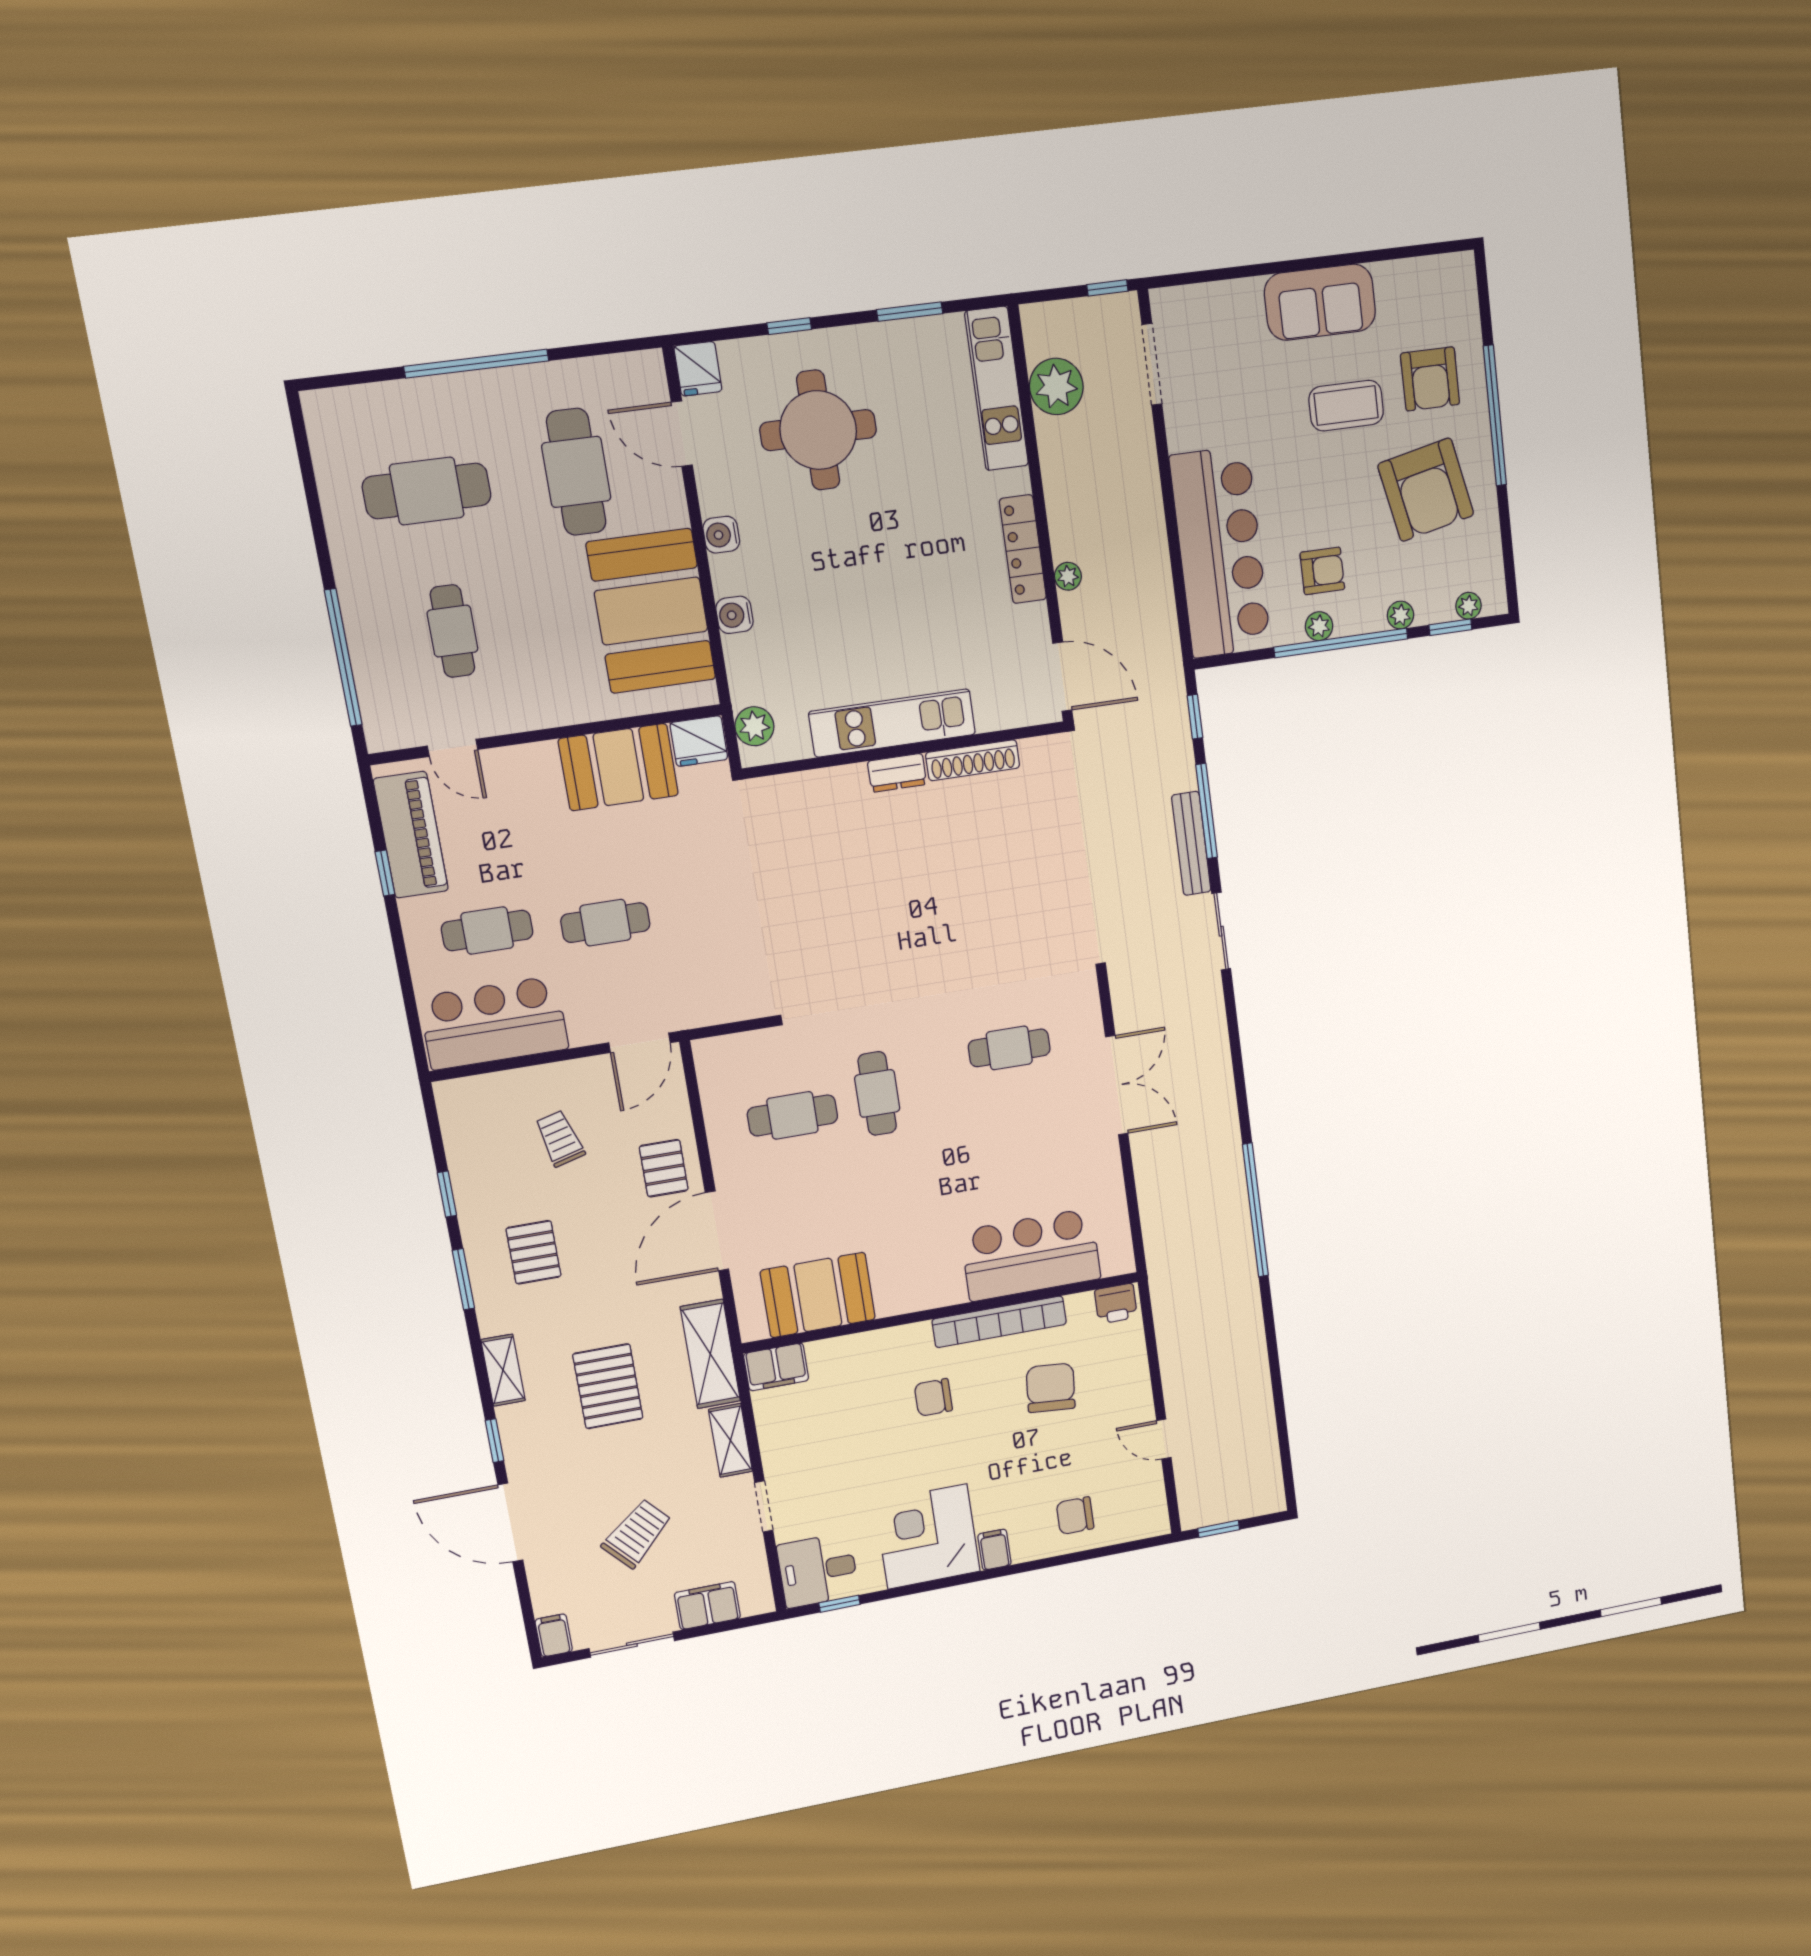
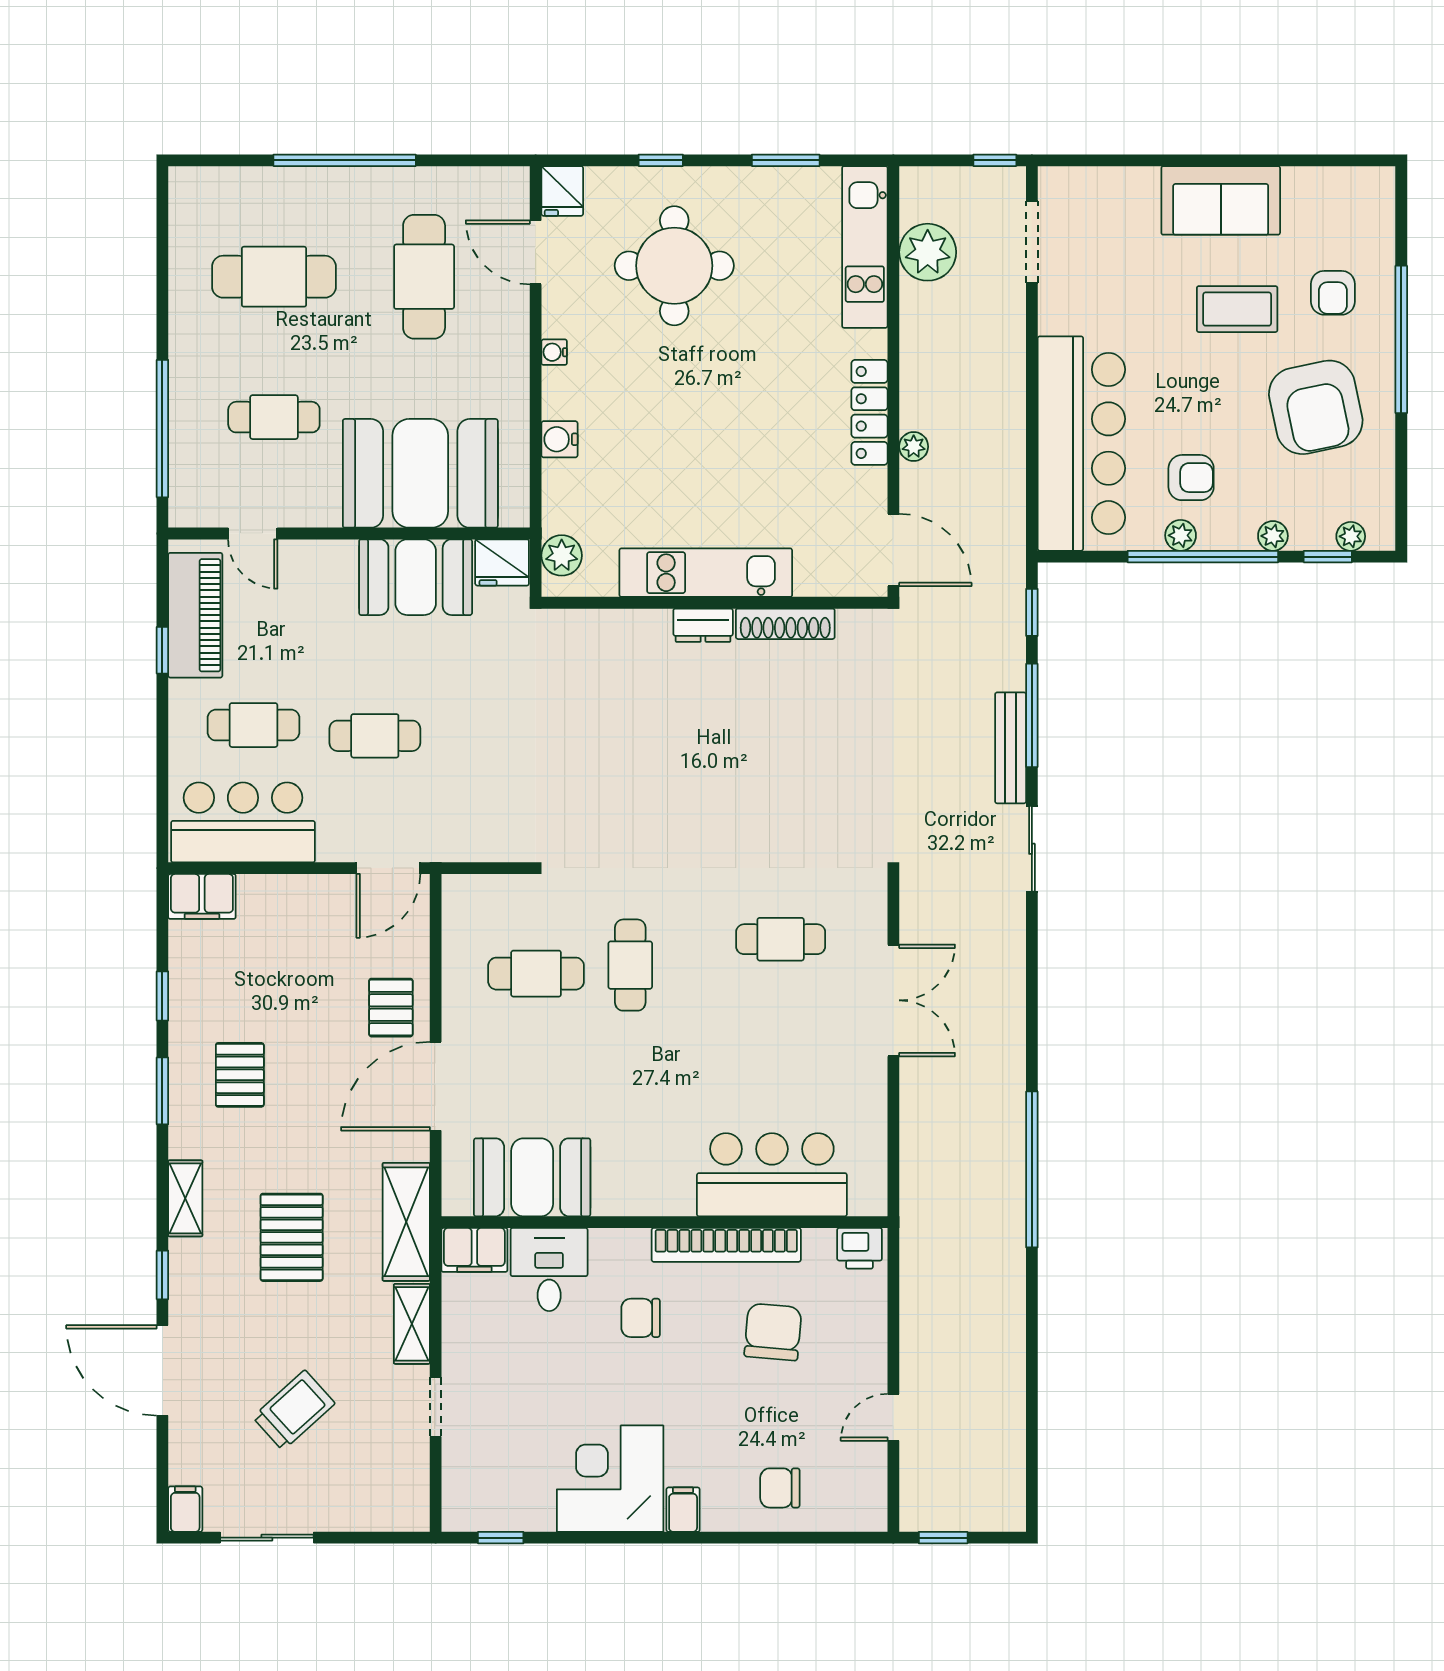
armchair: (1430, 379) -> (1333, 293), width x0.72, depth x0.72
water cooler: (721, 535) -> (554, 352), width x0.72, depth x0.72
booth: (651, 611) -> (420, 473), moved, turned 90
cafe table: (452, 631) -> (274, 417), turned 90
trolley: (560, 1139) -> (289, 957), removed
door: (1164, 1439) -> (893, 1417), hinge flipped
desk: (818, 1570) -> (549, 1270), moved, turned 90
filing cabinet: (707, 1606) -> (202, 896), moved, turned 180

